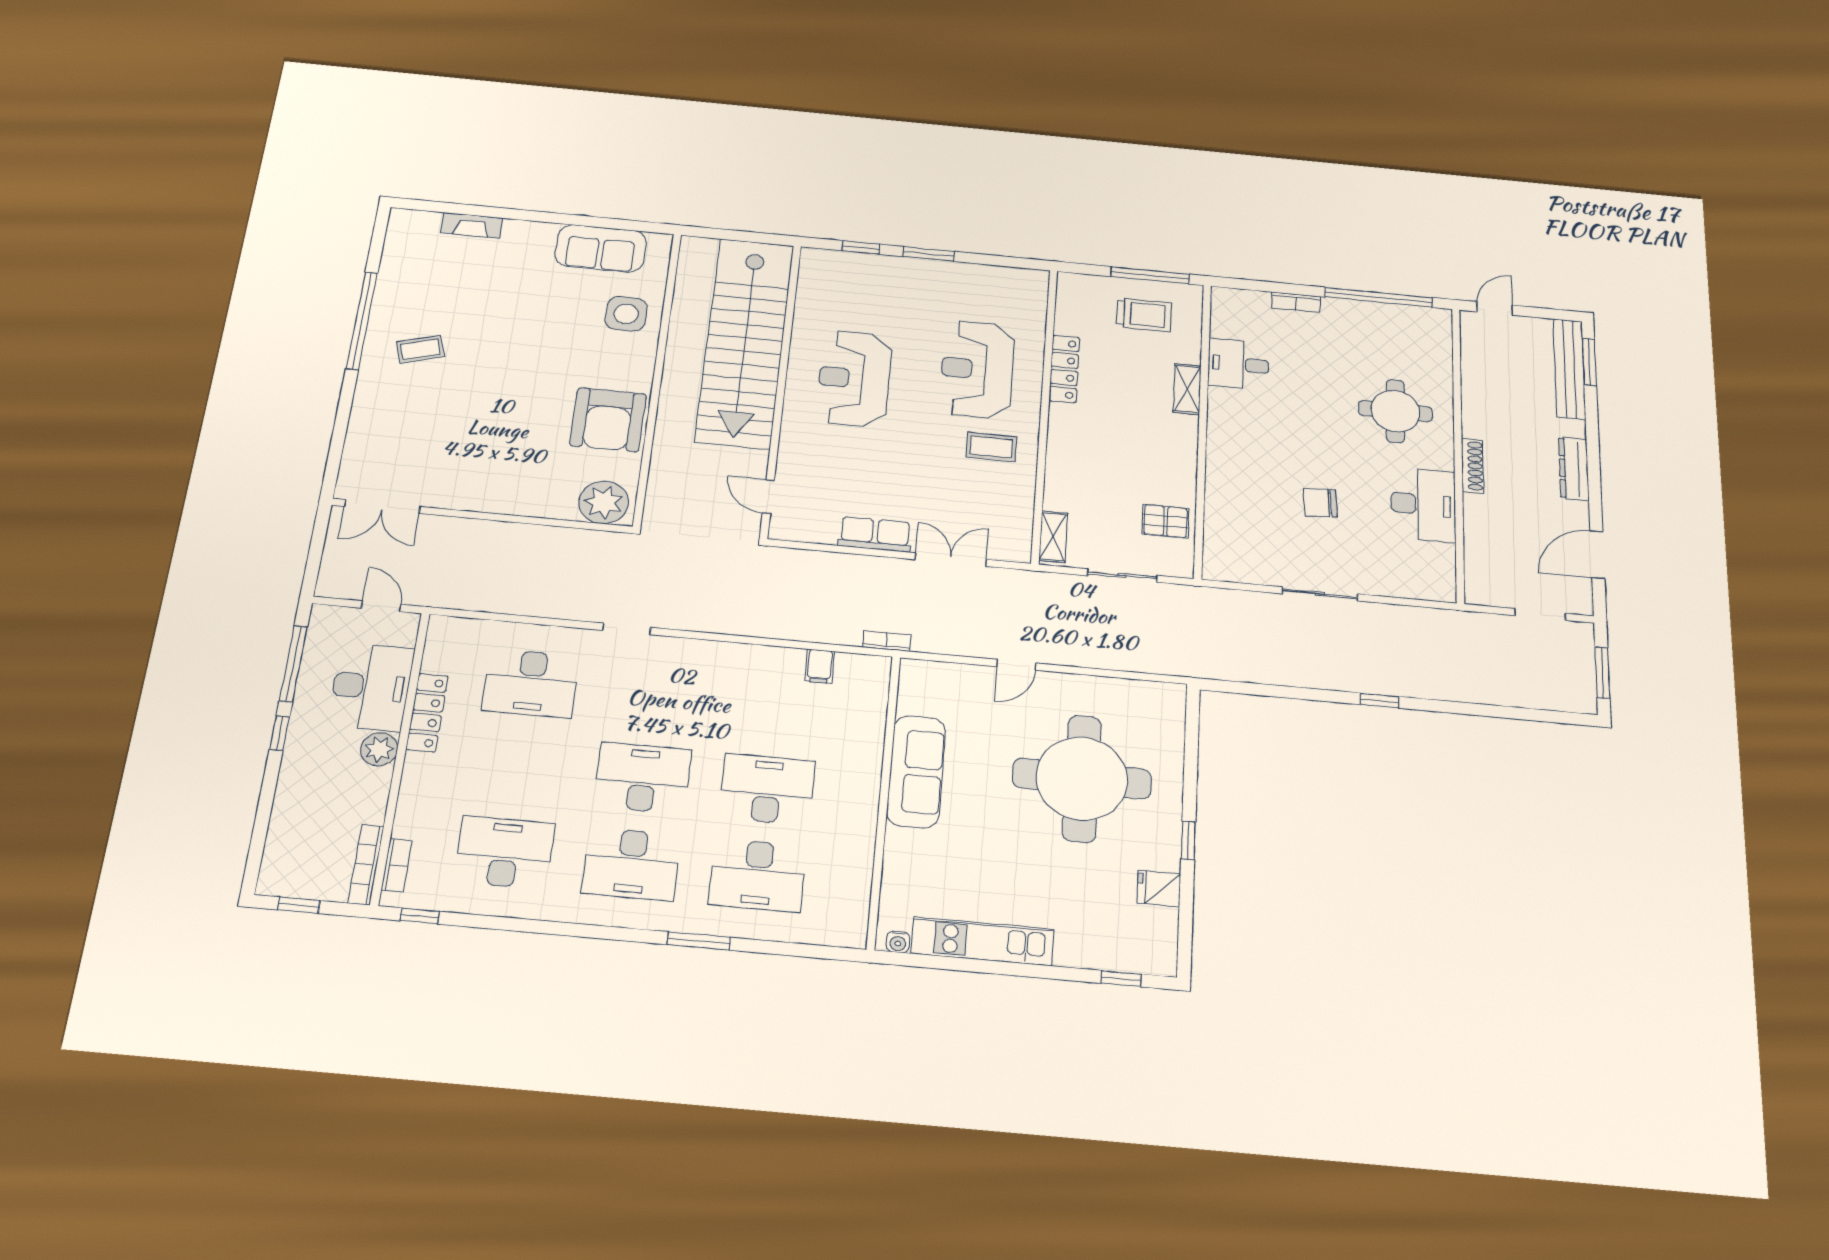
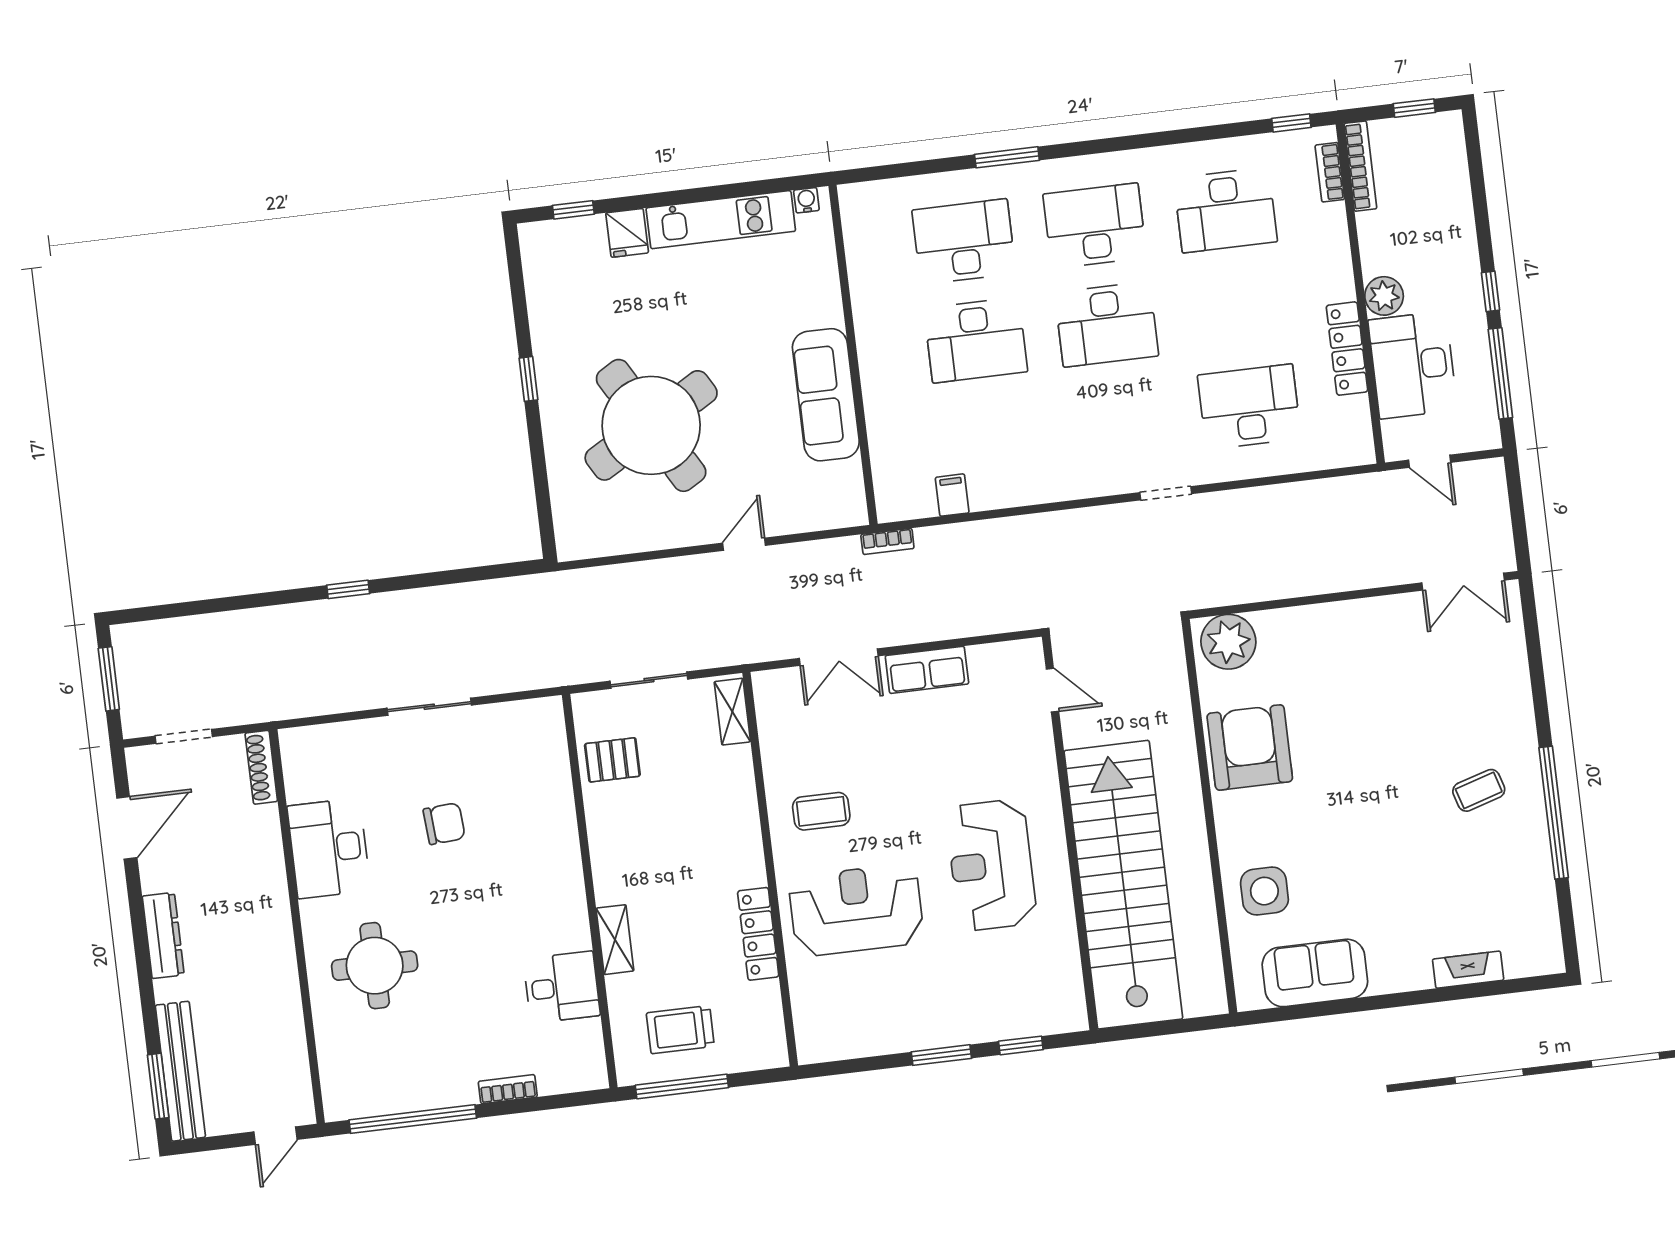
reception desk: (977, 369) -> (856, 910), turned -90
reception desk: (854, 379) -> (991, 865), turned 180
shoe rack: (1472, 466) -> (261, 767), moved
double door: (382, 507) -> (1463, 582), swing flipped
round table: (1082, 779) -> (651, 425), turned -30
fridge: (1159, 888) -> (627, 233), moved, turned 90

